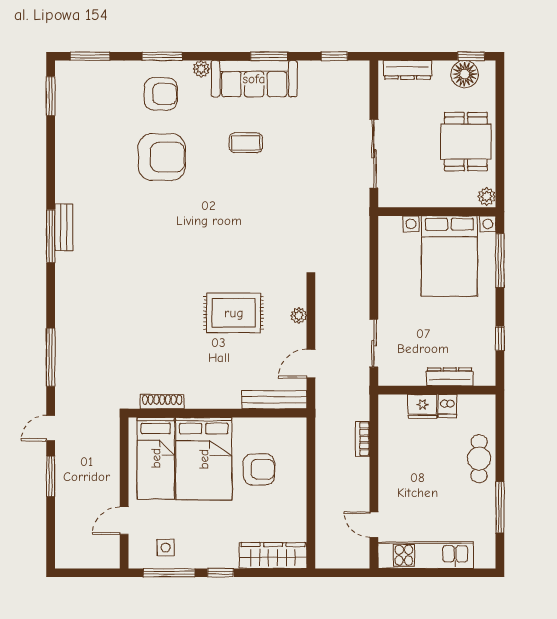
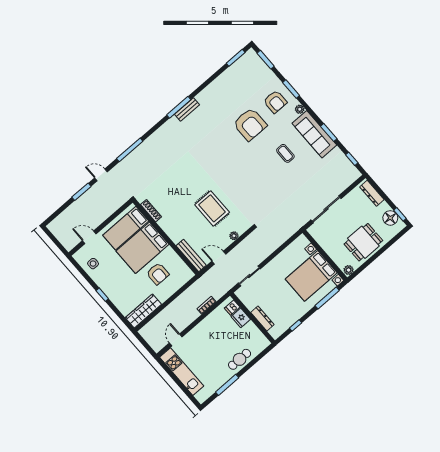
dishwasher: (447, 406) -> (232, 308), moved
wardrobe: (273, 555) -> (143, 311), moved, turned -90
window: (169, 573) -> (84, 274), removed

